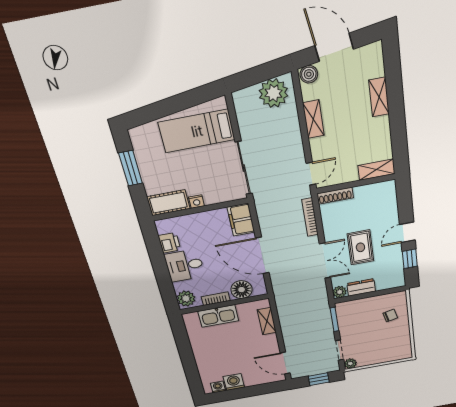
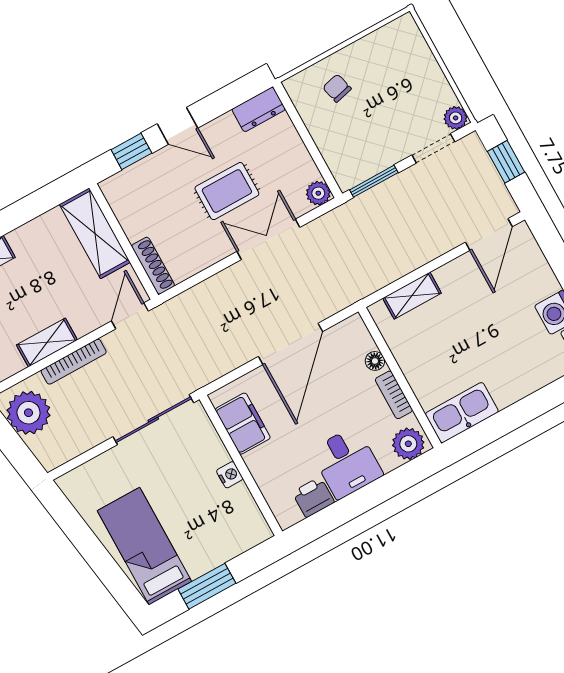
bed: (197, 131) -> (144, 546), moved, turned 180
shelving: (376, 170) -> (95, 233), width x1.50, depth x1.33
door: (311, 174) -> (130, 316), hinge flipped
cot: (168, 203) -> (245, 517), removed
bookcase: (310, 217) -> (74, 362), moved
filing cabinet: (241, 220) -> (243, 424), moved, turned -90
window: (410, 259) -> (131, 151), moved
dresser: (361, 287) -> (259, 109), moved, turned -90
floor lamp: (242, 290) -> (375, 361), width x0.53, depth x0.53
kitchen sink: (218, 316) -> (462, 413), moved, turned -90

